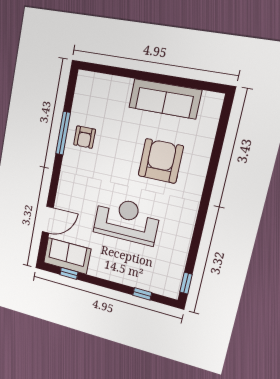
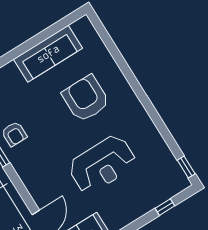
reception desk: (127, 220) -> (102, 164), turned 180

